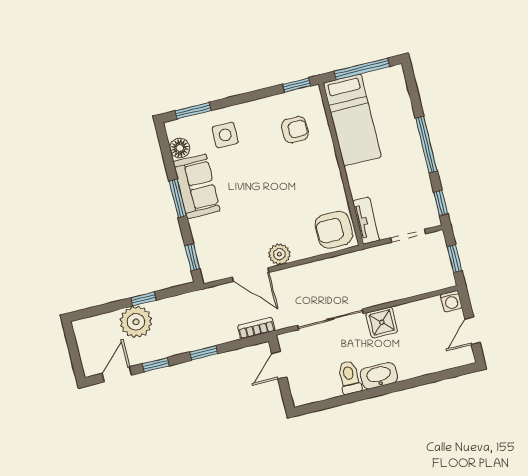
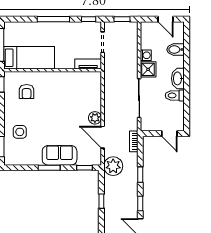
armchair: (295, 130) -> (27, 92), turned 180
floor lamp: (180, 148) -> (21, 159), removed
sofa: (197, 186) -> (60, 155), moved
armchair: (334, 230) -> (89, 83), removed
door: (251, 275) -> (103, 137), swing flipped
washing machine: (451, 301) -> (146, 55), moved
plant: (136, 322) -> (113, 166), moved
bidet: (426, 360) -> (176, 50), added
door: (279, 365) -> (169, 134), moved

